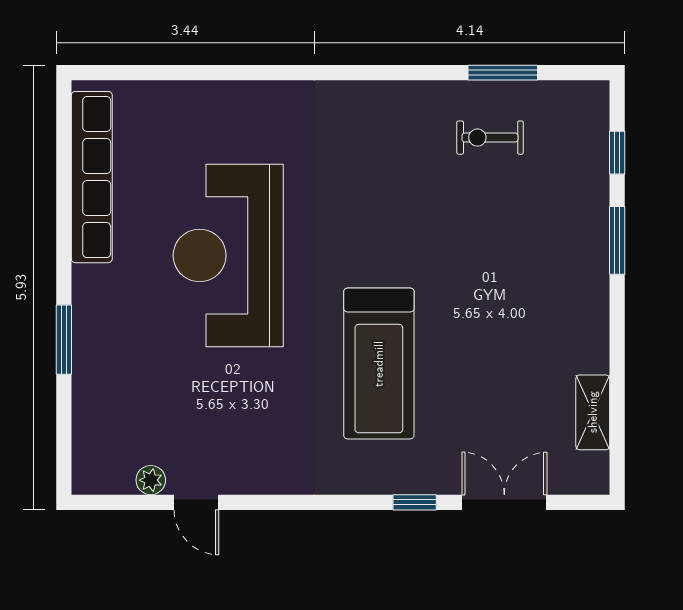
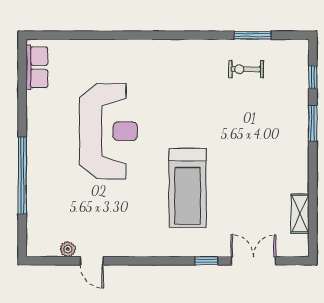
row of seats: (92, 177) -> (37, 67), width x0.50
reception desk: (228, 255) -> (108, 131), turned 180
window: (64, 340) -> (22, 175), width x2.11

